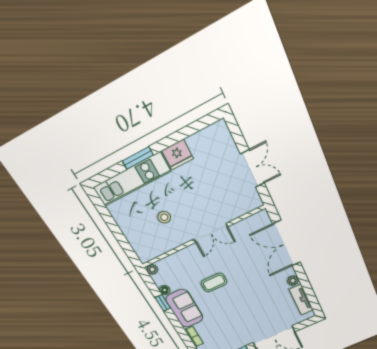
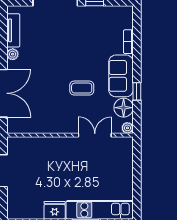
stool: (164, 217) -> (92, 168), removed
double door: (211, 233) -> (95, 135), moved
floor lamp: (165, 290) -> (124, 108), width x1.89, depth x1.89

